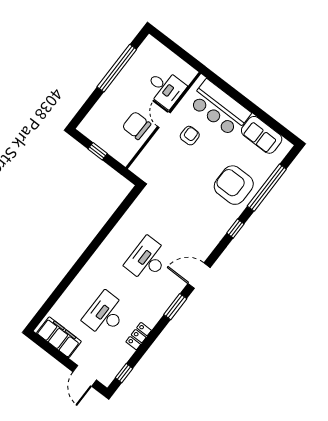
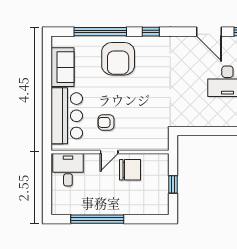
desk: (165, 88) -> (68, 170), moved
chair: (136, 125) -> (130, 170), turned -91

